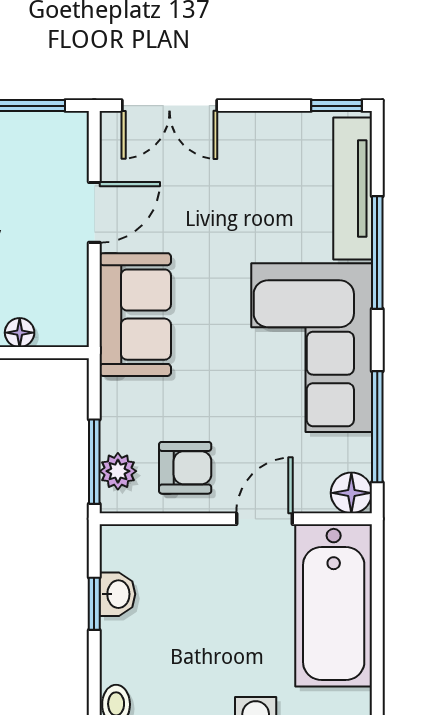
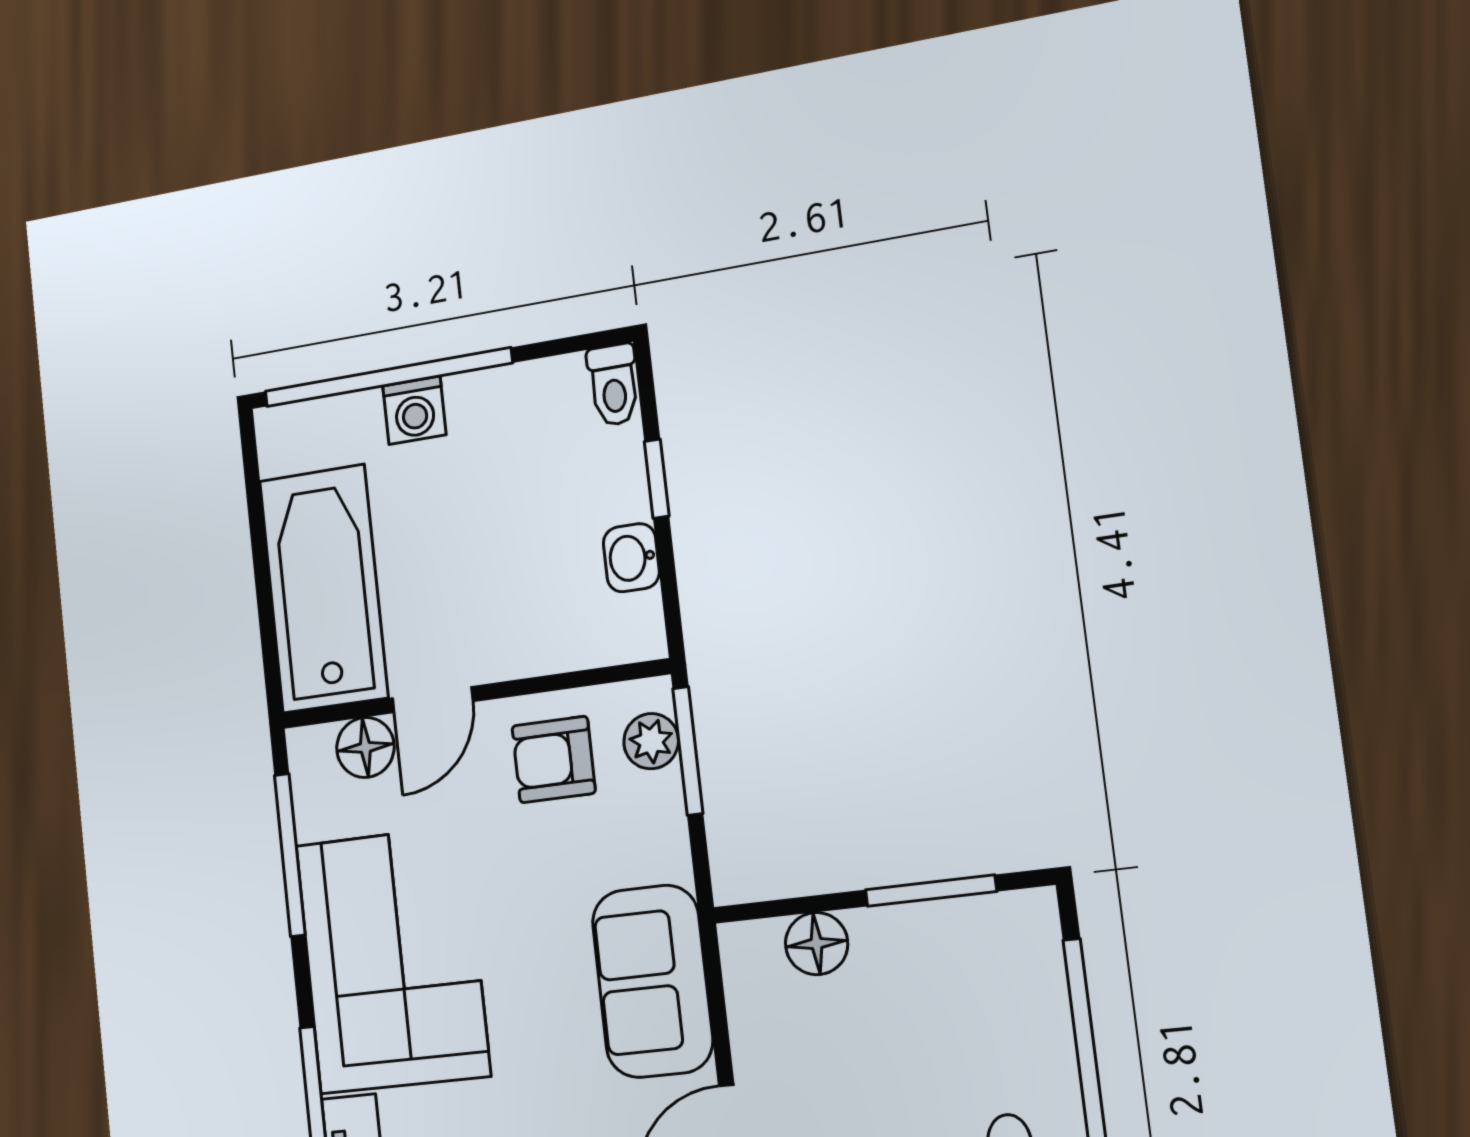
floor lamp: (20, 333) -> (817, 944), width x1.37, depth x1.37
floor lamp: (351, 493) -> (365, 747), moved
window: (94, 604) -> (657, 479), moved

